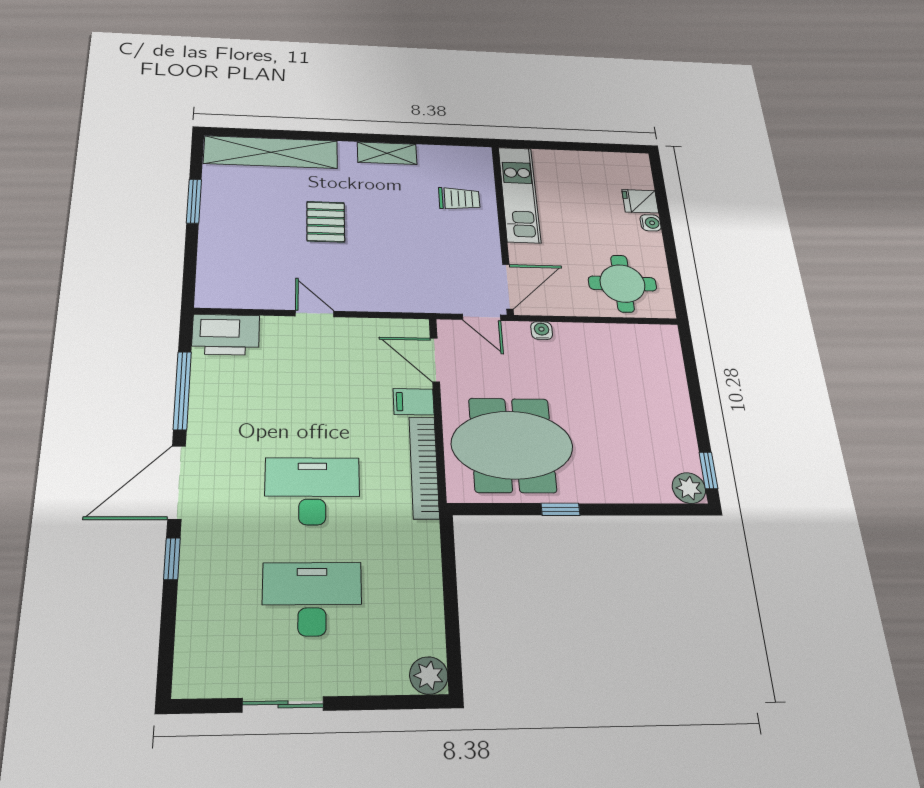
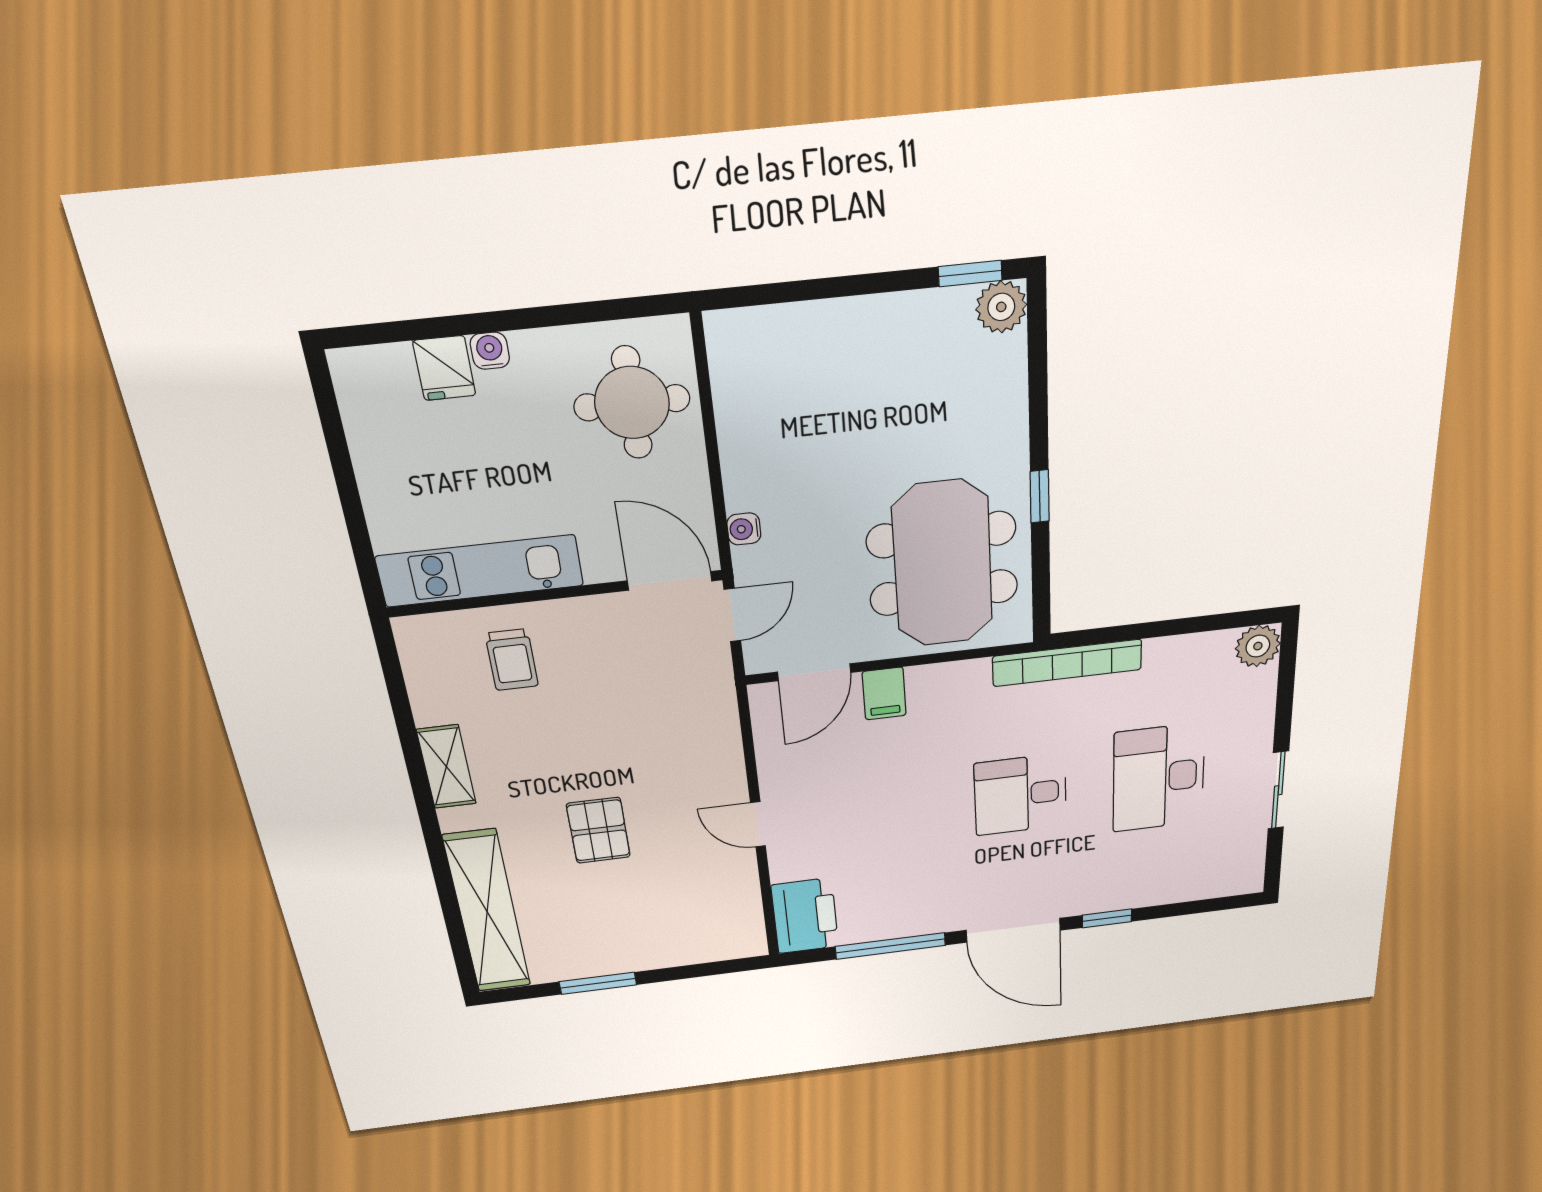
trolley: (459, 199) -> (512, 660), turned 180
pallet: (326, 222) -> (598, 830), turned 90
door: (315, 314) -> (758, 824), hinge flipped
bookcase: (424, 467) -> (1067, 663), moved
desk: (312, 491) -> (1020, 795), width x0.73

